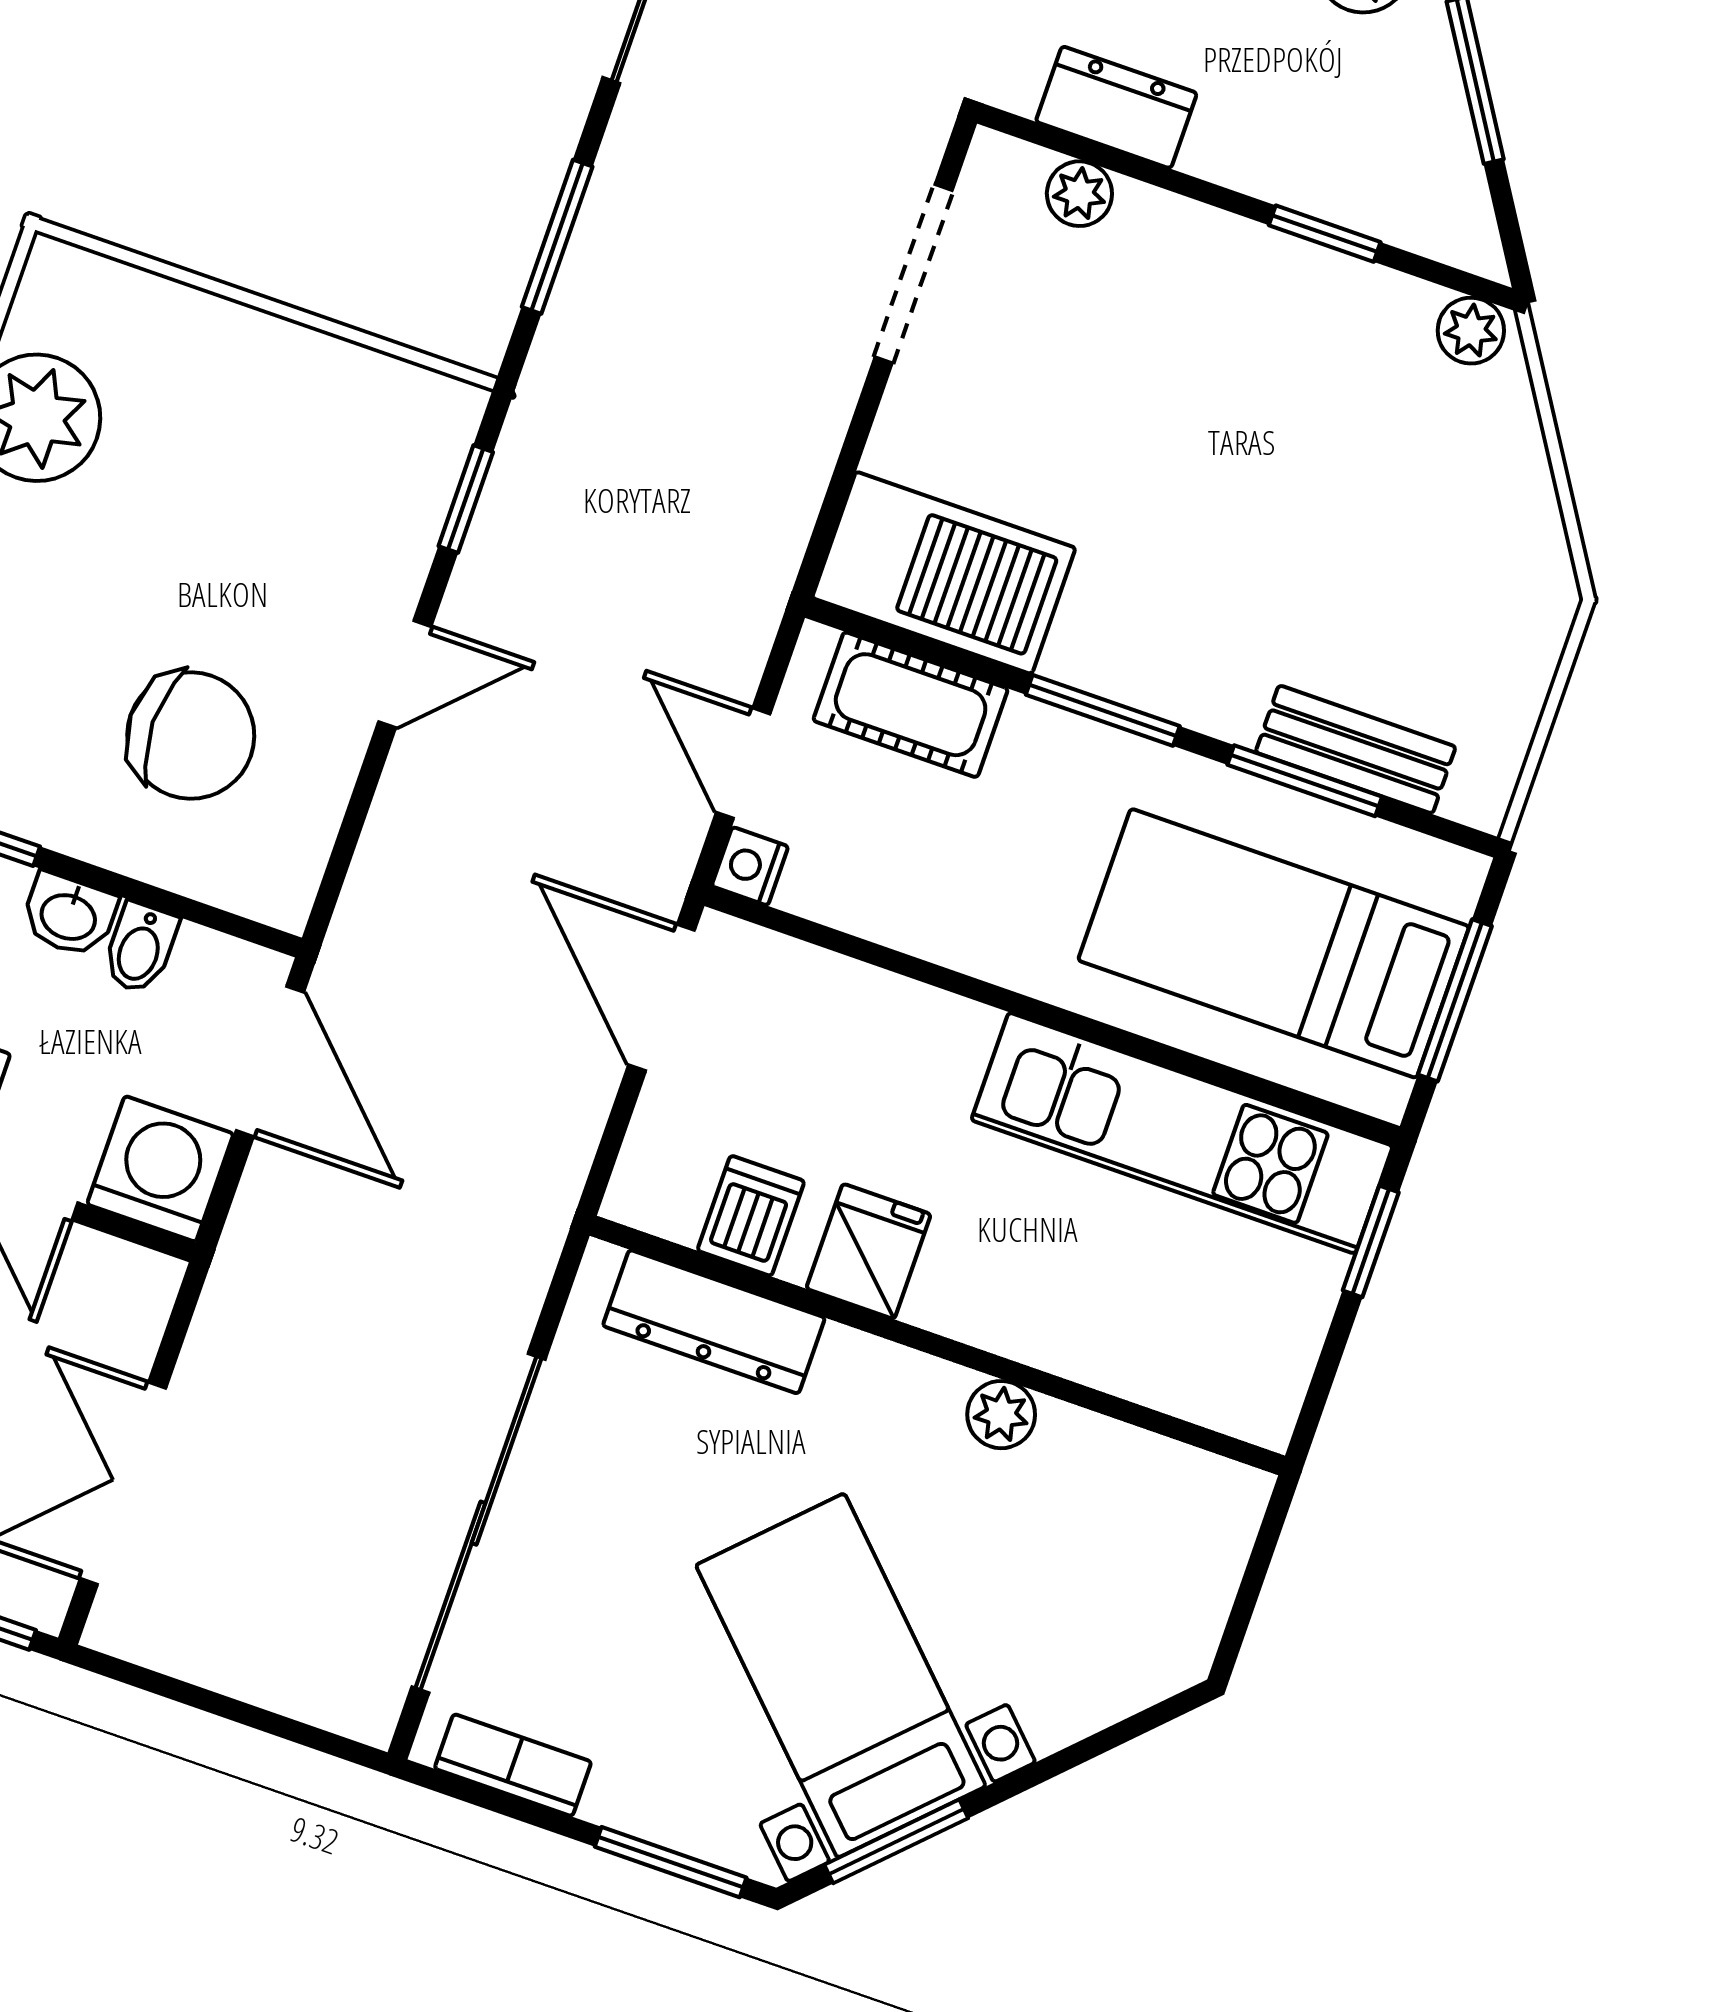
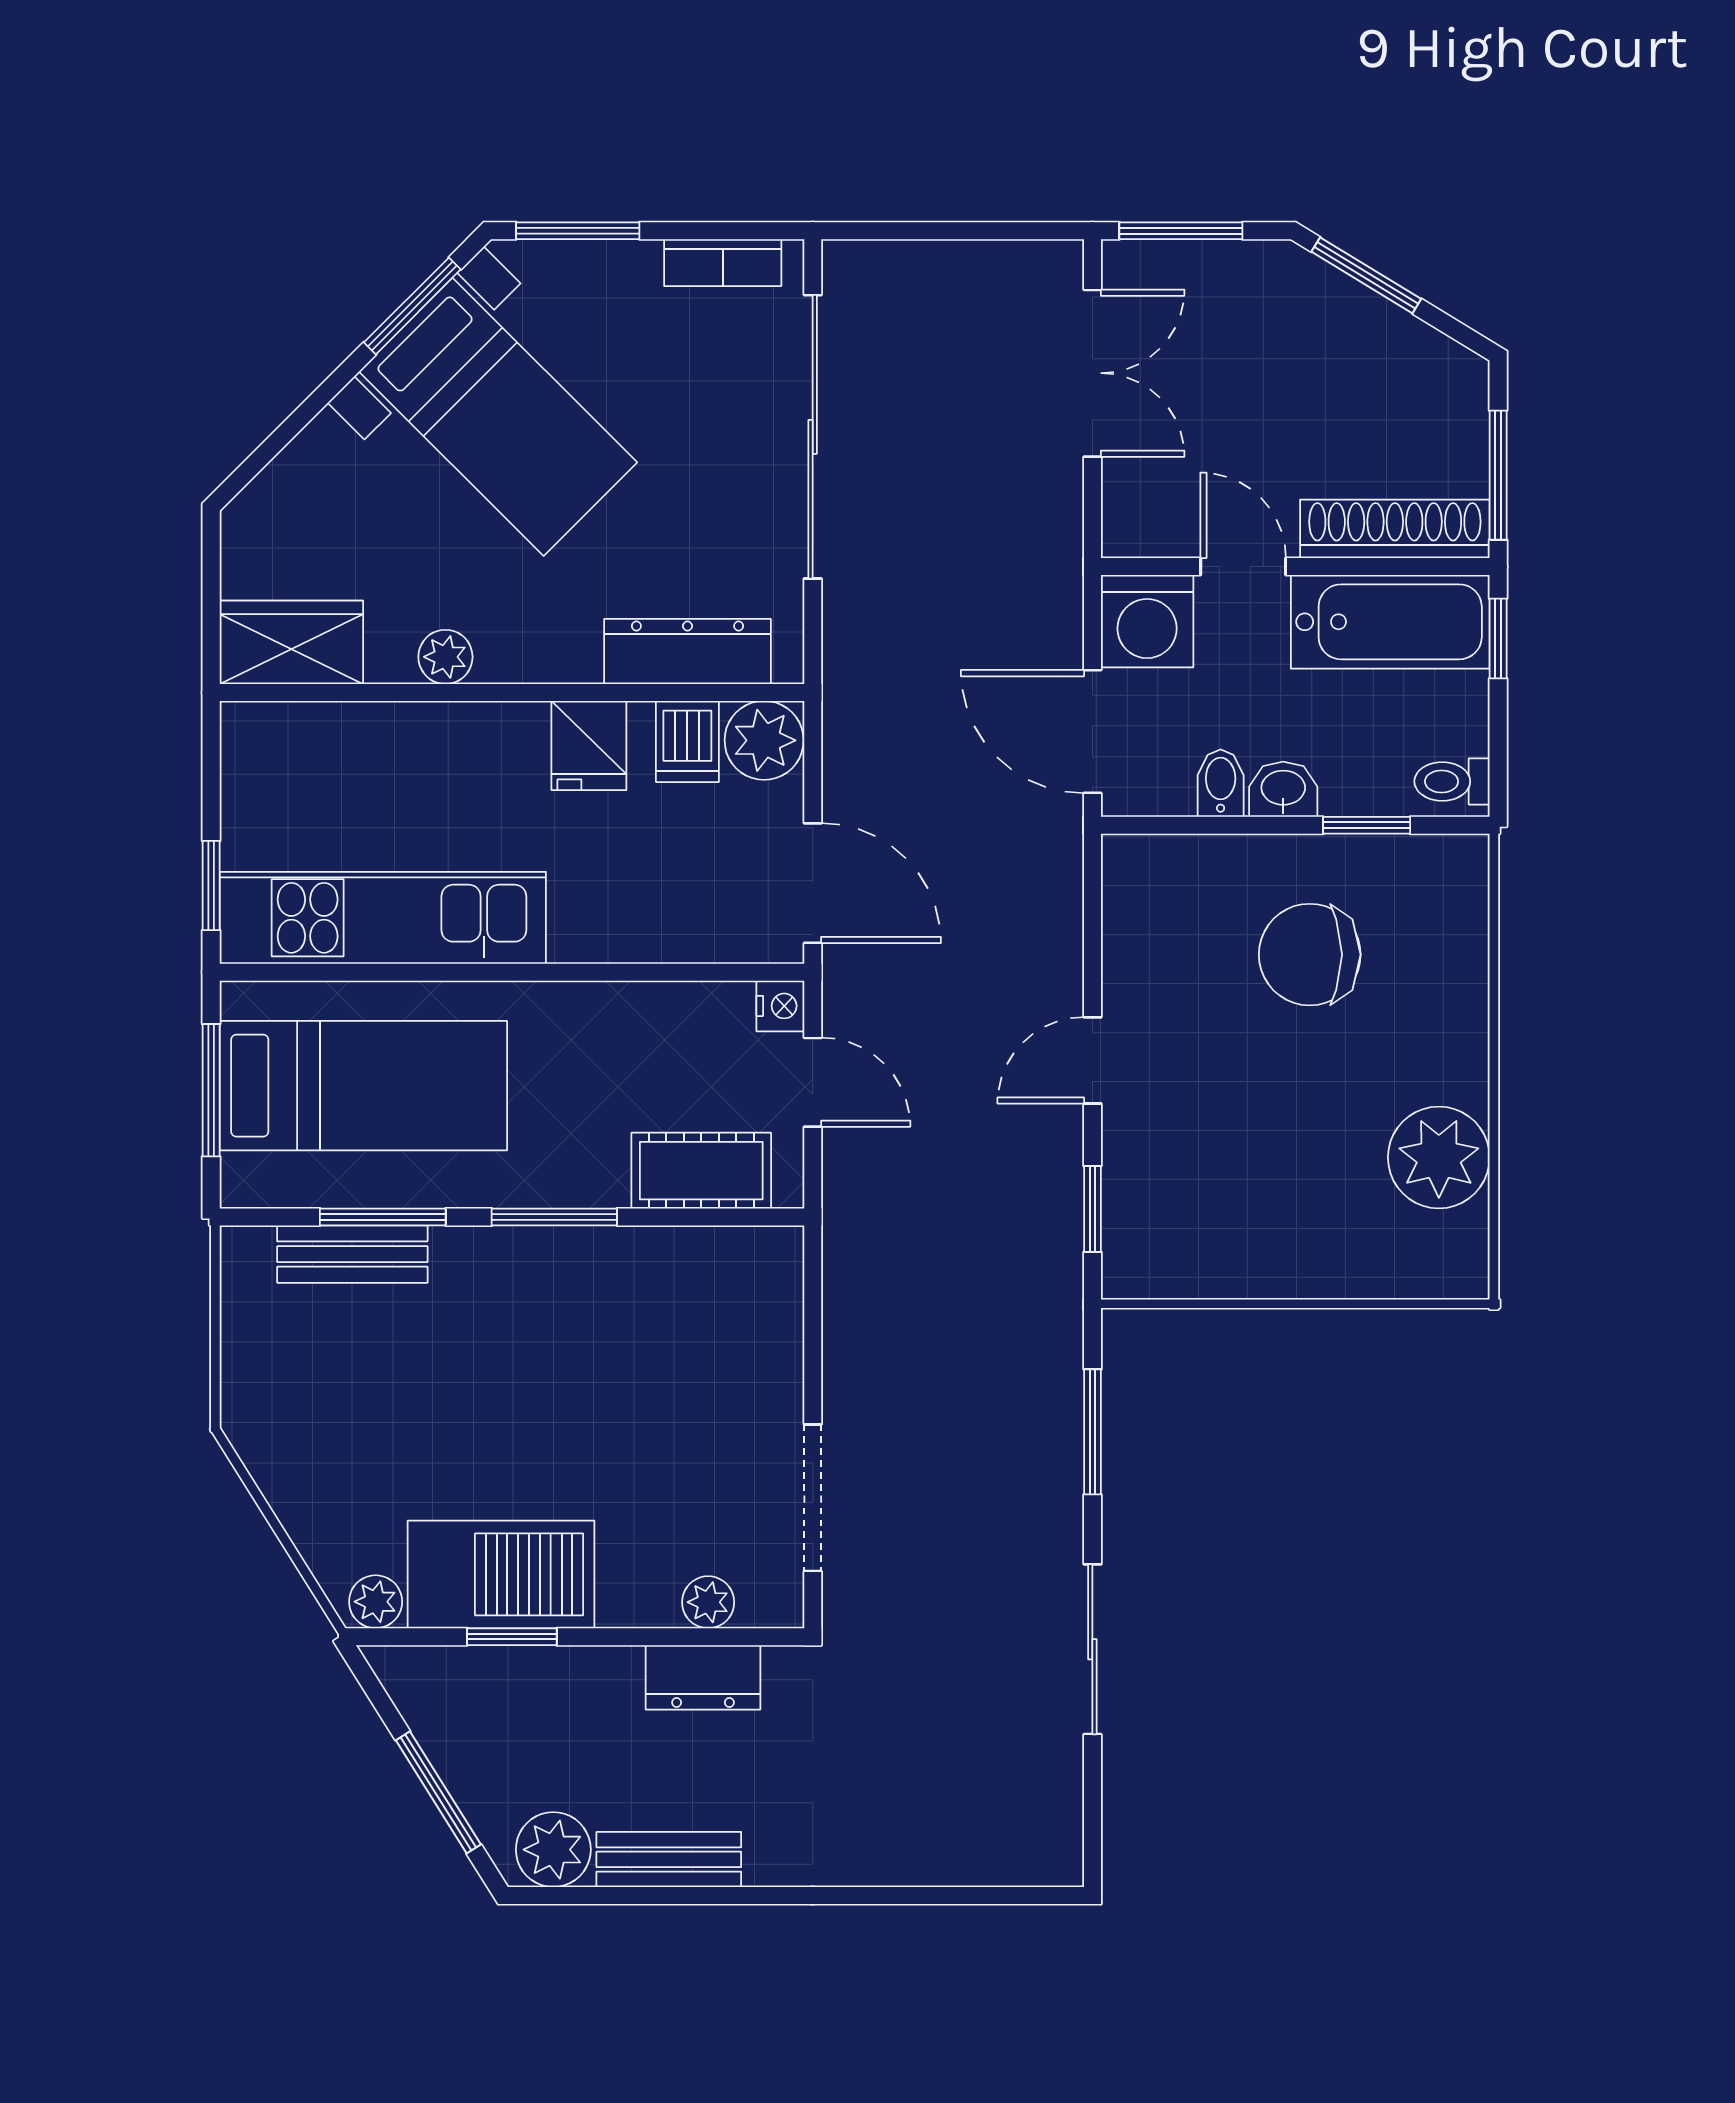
barbecue: (944, 573) -> (501, 1574), moved, turned 180
chair: (191, 735) -> (1310, 955), moved
plant: (660, 1186) -> (764, 740), added
wardrobe: (1177, 1495) -> (291, 642), added

